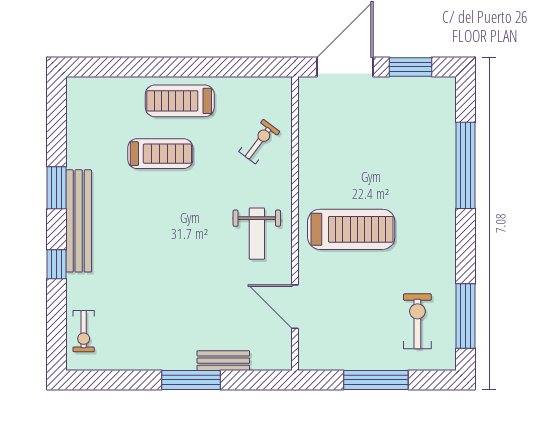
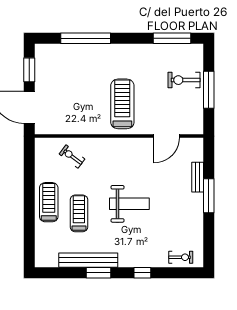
treadmill: (180, 101) -> (49, 202), turned 180
bench: (79, 221) -> (88, 260), moved
weight bench: (257, 234) -> (129, 204), moved, width x1.36, depth x1.33
exercise bike: (417, 321) -> (184, 80), moved

